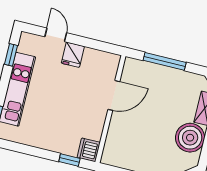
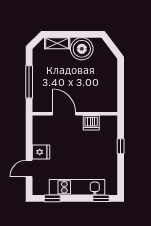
dishwasher: (89, 150) -> (91, 123), moved
window: (69, 160) -> (121, 146), moved

